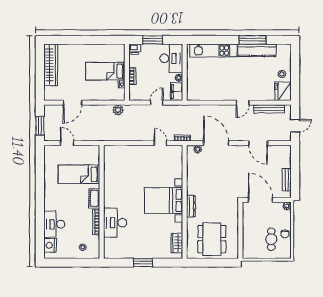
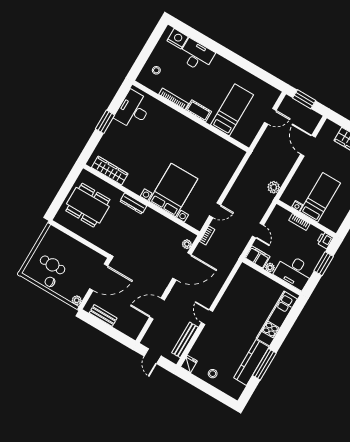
fridge: (283, 91) -> (189, 364), width x0.53, depth x0.75
bed with nightstands: (164, 200) -> (173, 190), moved
desk: (115, 223) -> (133, 110), moved, turned -90
wardrobe: (177, 243) -> (110, 171), width x1.50

